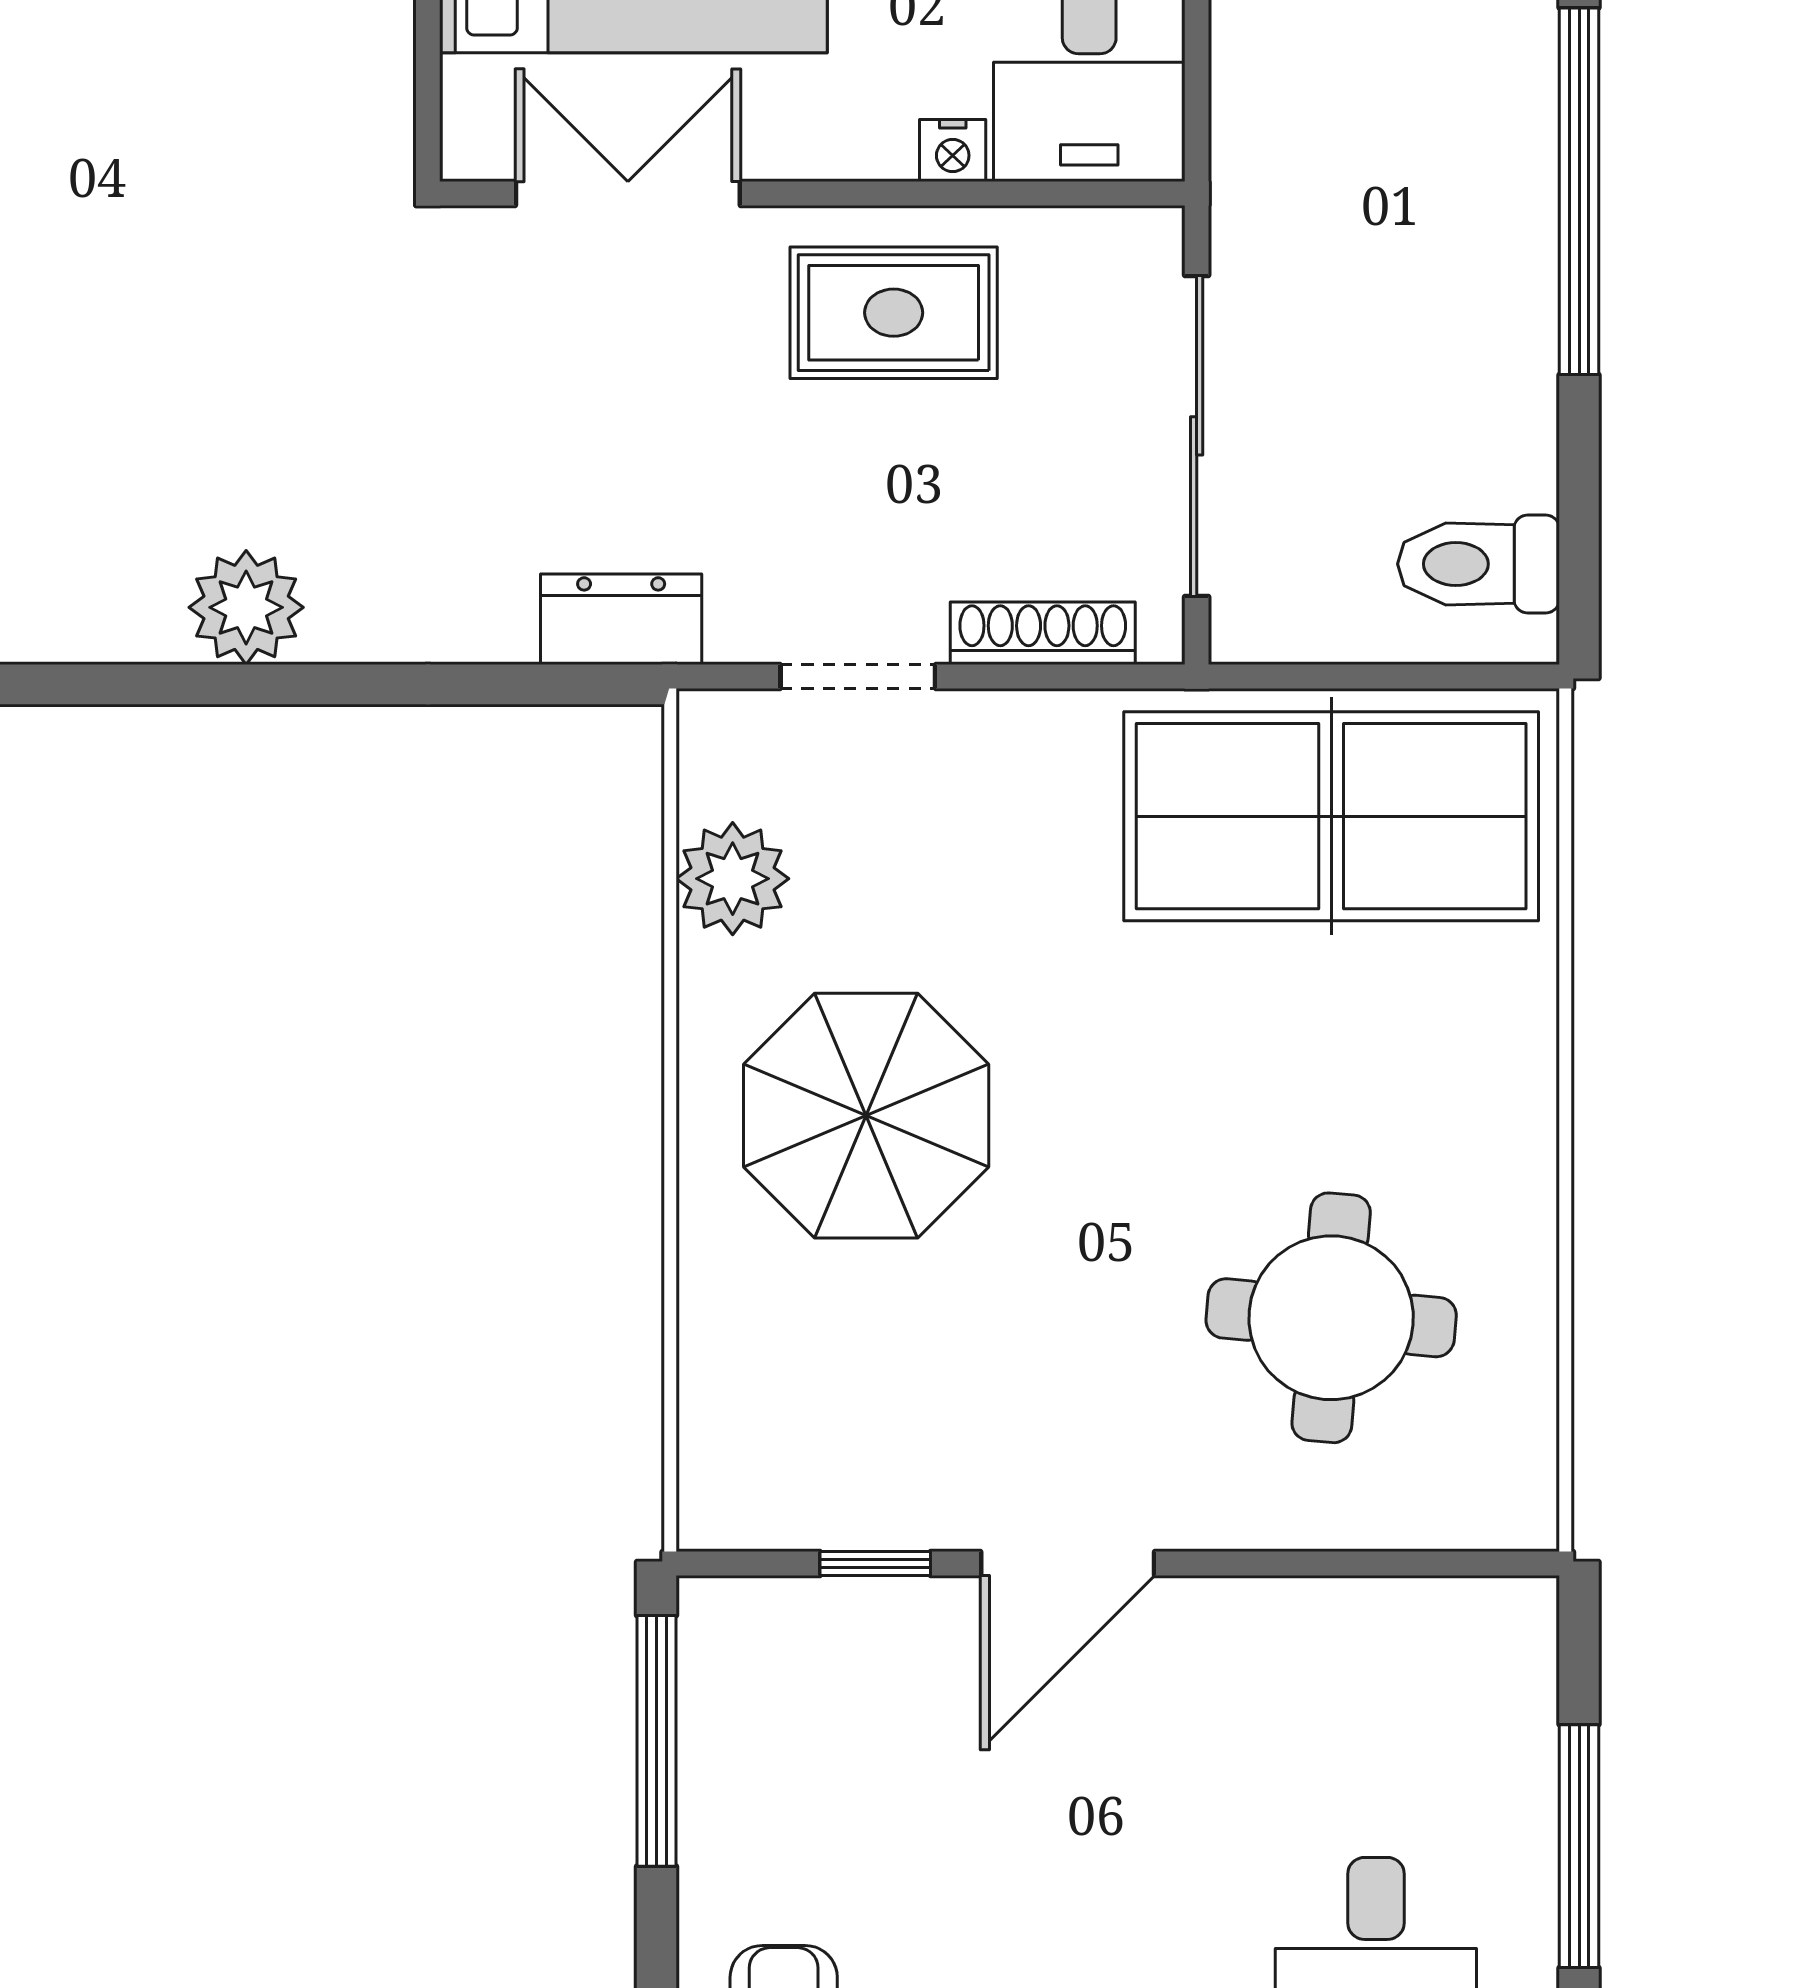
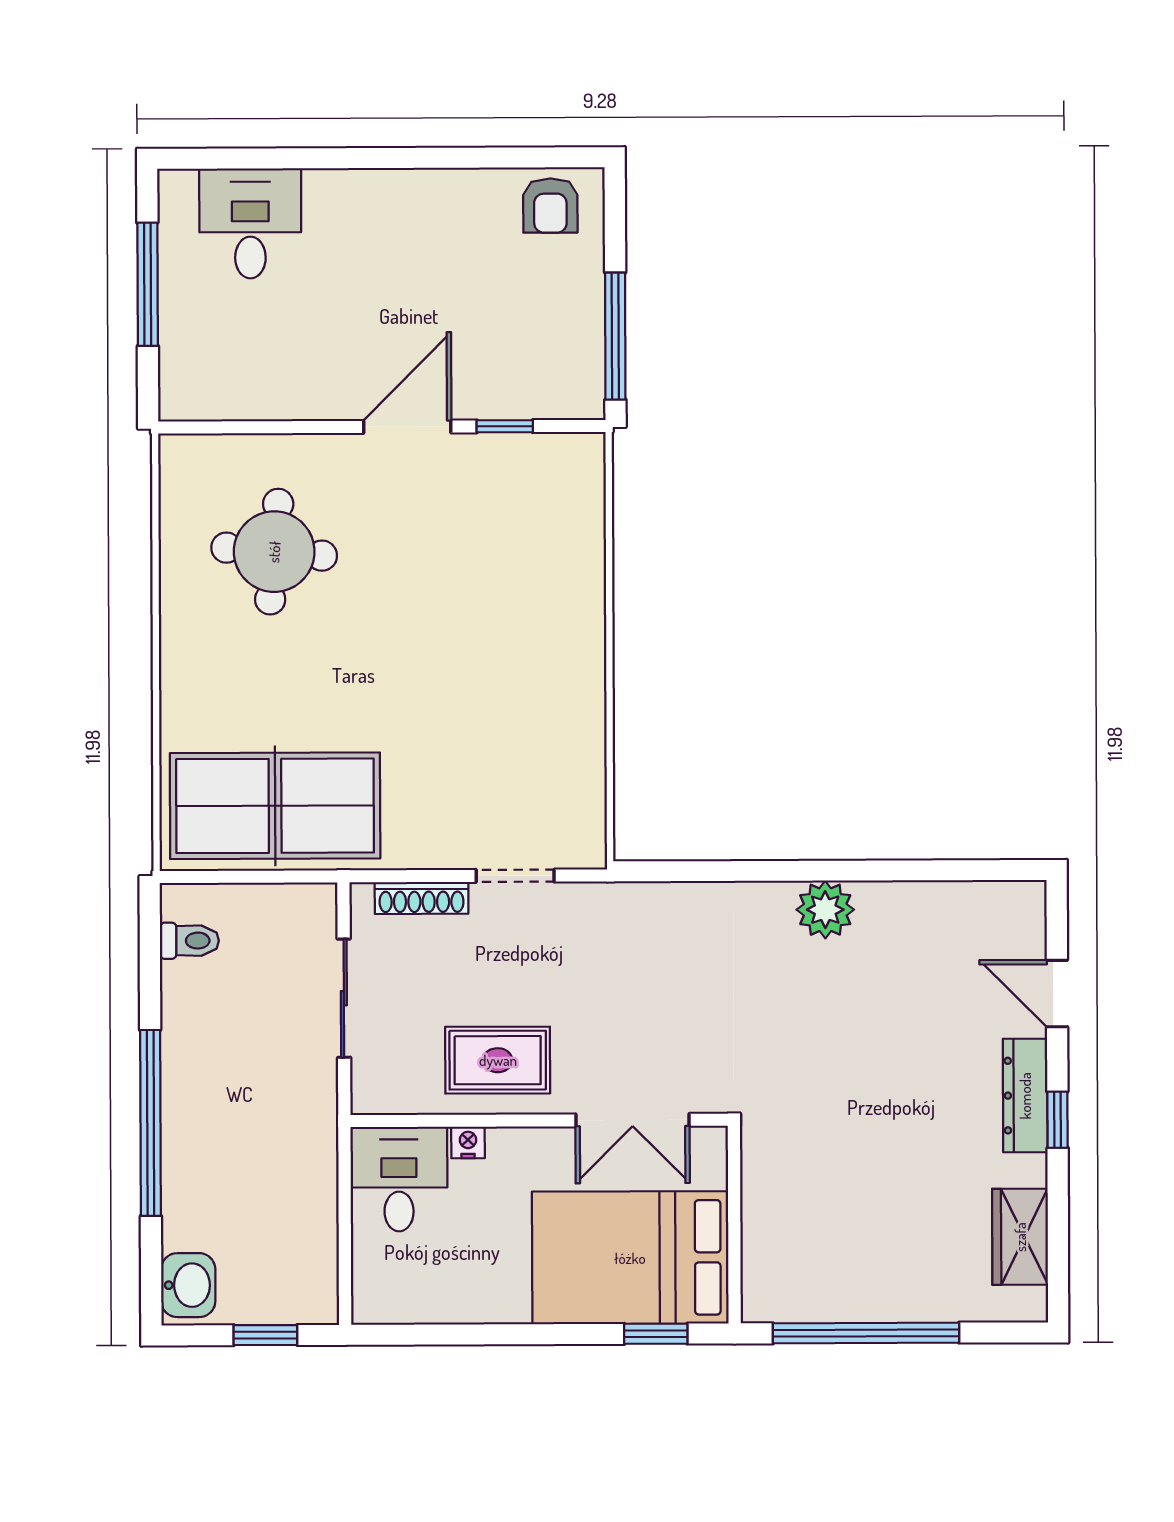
sliding door: (1197, 436) -> (344, 998), width x0.73
toilet: (1479, 564) -> (189, 941), width x0.73, depth x0.72
dresser: (621, 619) -> (635, 904), removed
plant: (733, 879) -> (578, 773), removed
parasol: (866, 1116) -> (510, 653), removed

